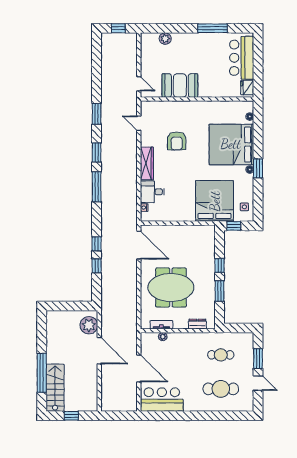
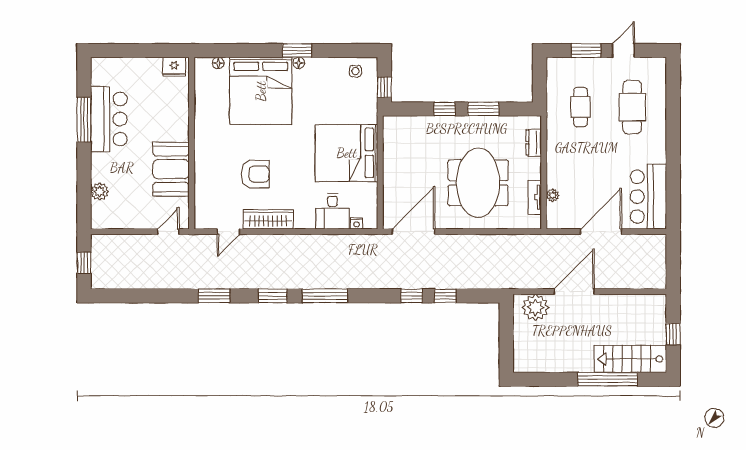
bar counter: (242, 58) -> (109, 119), moved, turned -90
wardrobe: (147, 163) -> (268, 219), moved
bed: (215, 201) -> (347, 153), moved

